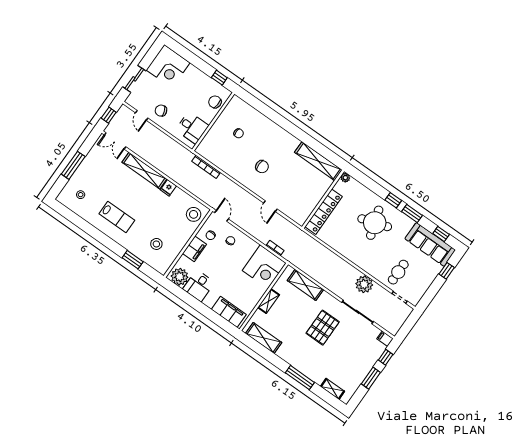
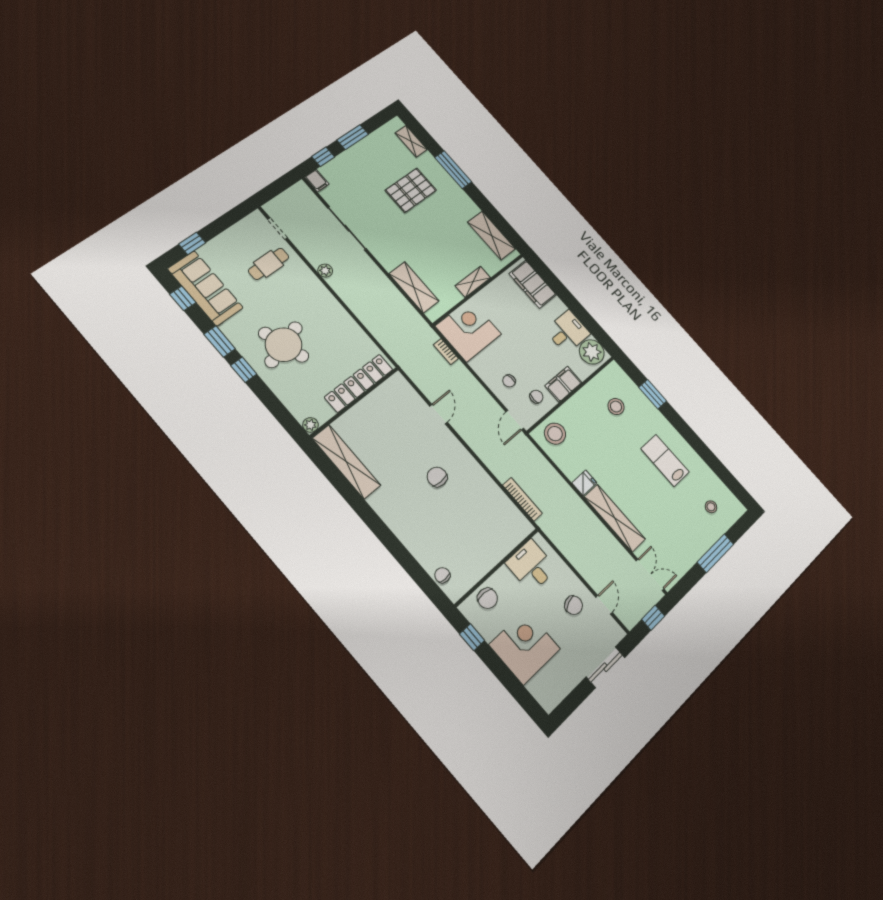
corner desk: (168, 66) -> (525, 647), moved
chair: (239, 133) -> (442, 575), moved
plant: (364, 284) -> (325, 271), width x0.53, depth x0.53
pallet: (323, 328) -> (411, 190), moved

